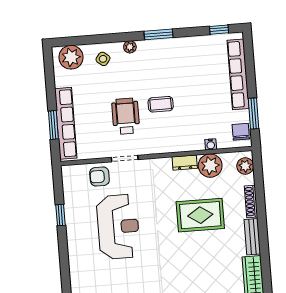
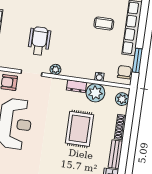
coffee table: (161, 104) -> (104, 24), moved
plant: (154, 147) -> (55, 70), added
rug: (200, 215) -> (79, 129), turned 90

